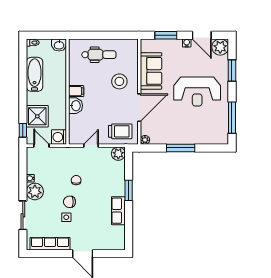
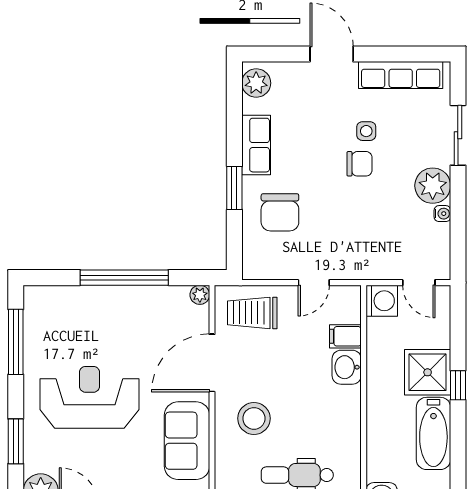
filing cabinet: (76, 91) -> (345, 336), moved
shower: (37, 116) -> (428, 372), moved
window: (23, 130) -> (458, 385), moved
window: (181, 148) -> (124, 278), width x1.46
plant: (118, 154) -> (256, 83), moved
chair: (76, 180) -> (280, 212), moved, width x1.87, depth x1.87

